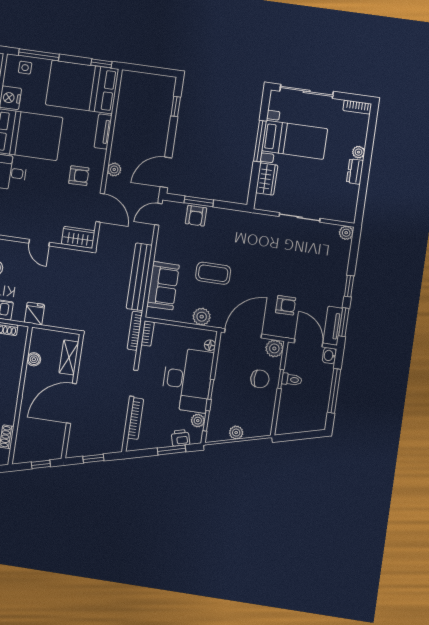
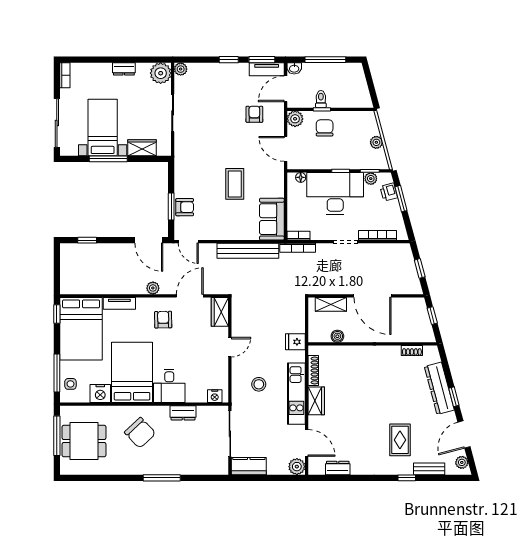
plant: (359, 152) -> (161, 73), moved, width x1.88, depth x1.88
sofa: (163, 286) -> (272, 219), moved, turned -90
plant: (202, 317) -> (276, 189), removed
door: (243, 333) -> (286, 149), width x0.73

